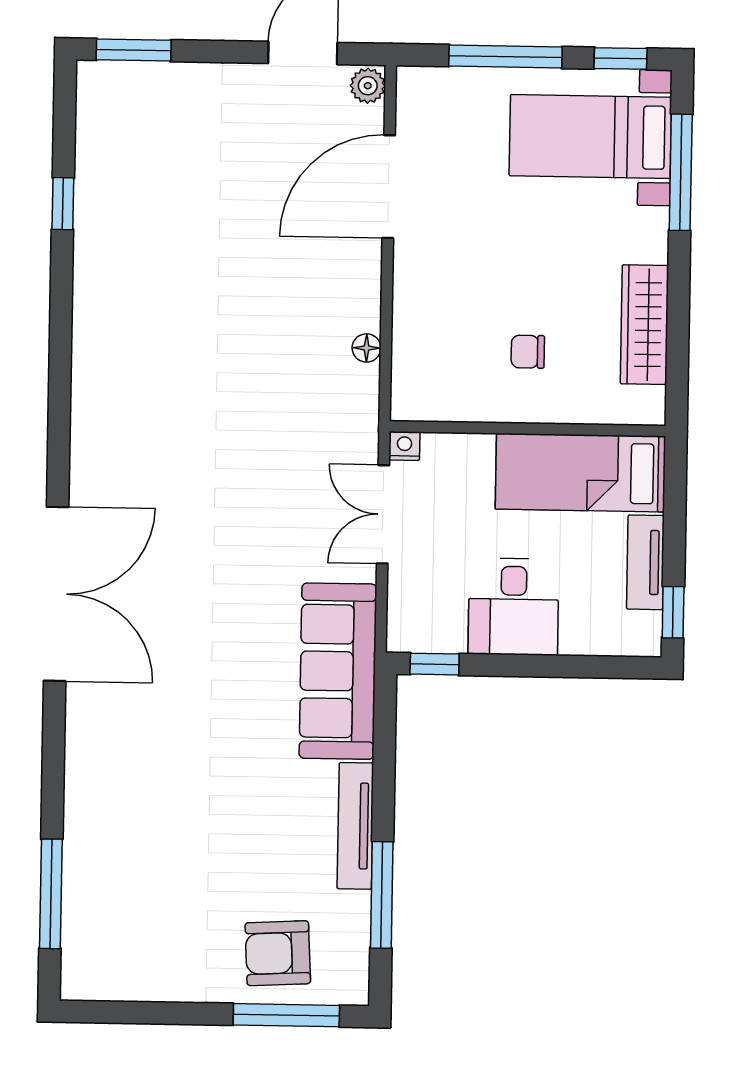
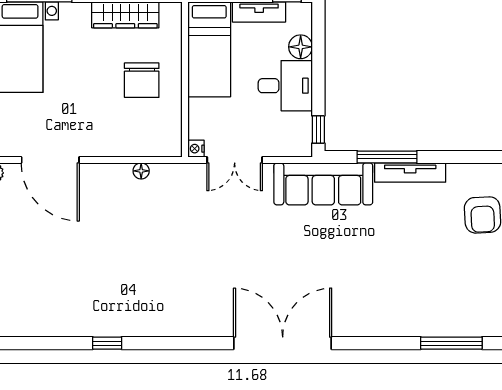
window: (63, 204) -> (107, 343), moved
chair: (528, 352) -> (142, 80), width x1.87, depth x1.87
floor lamp: (582, 635) -> (301, 47), added
window: (382, 895) -> (387, 157), moved

